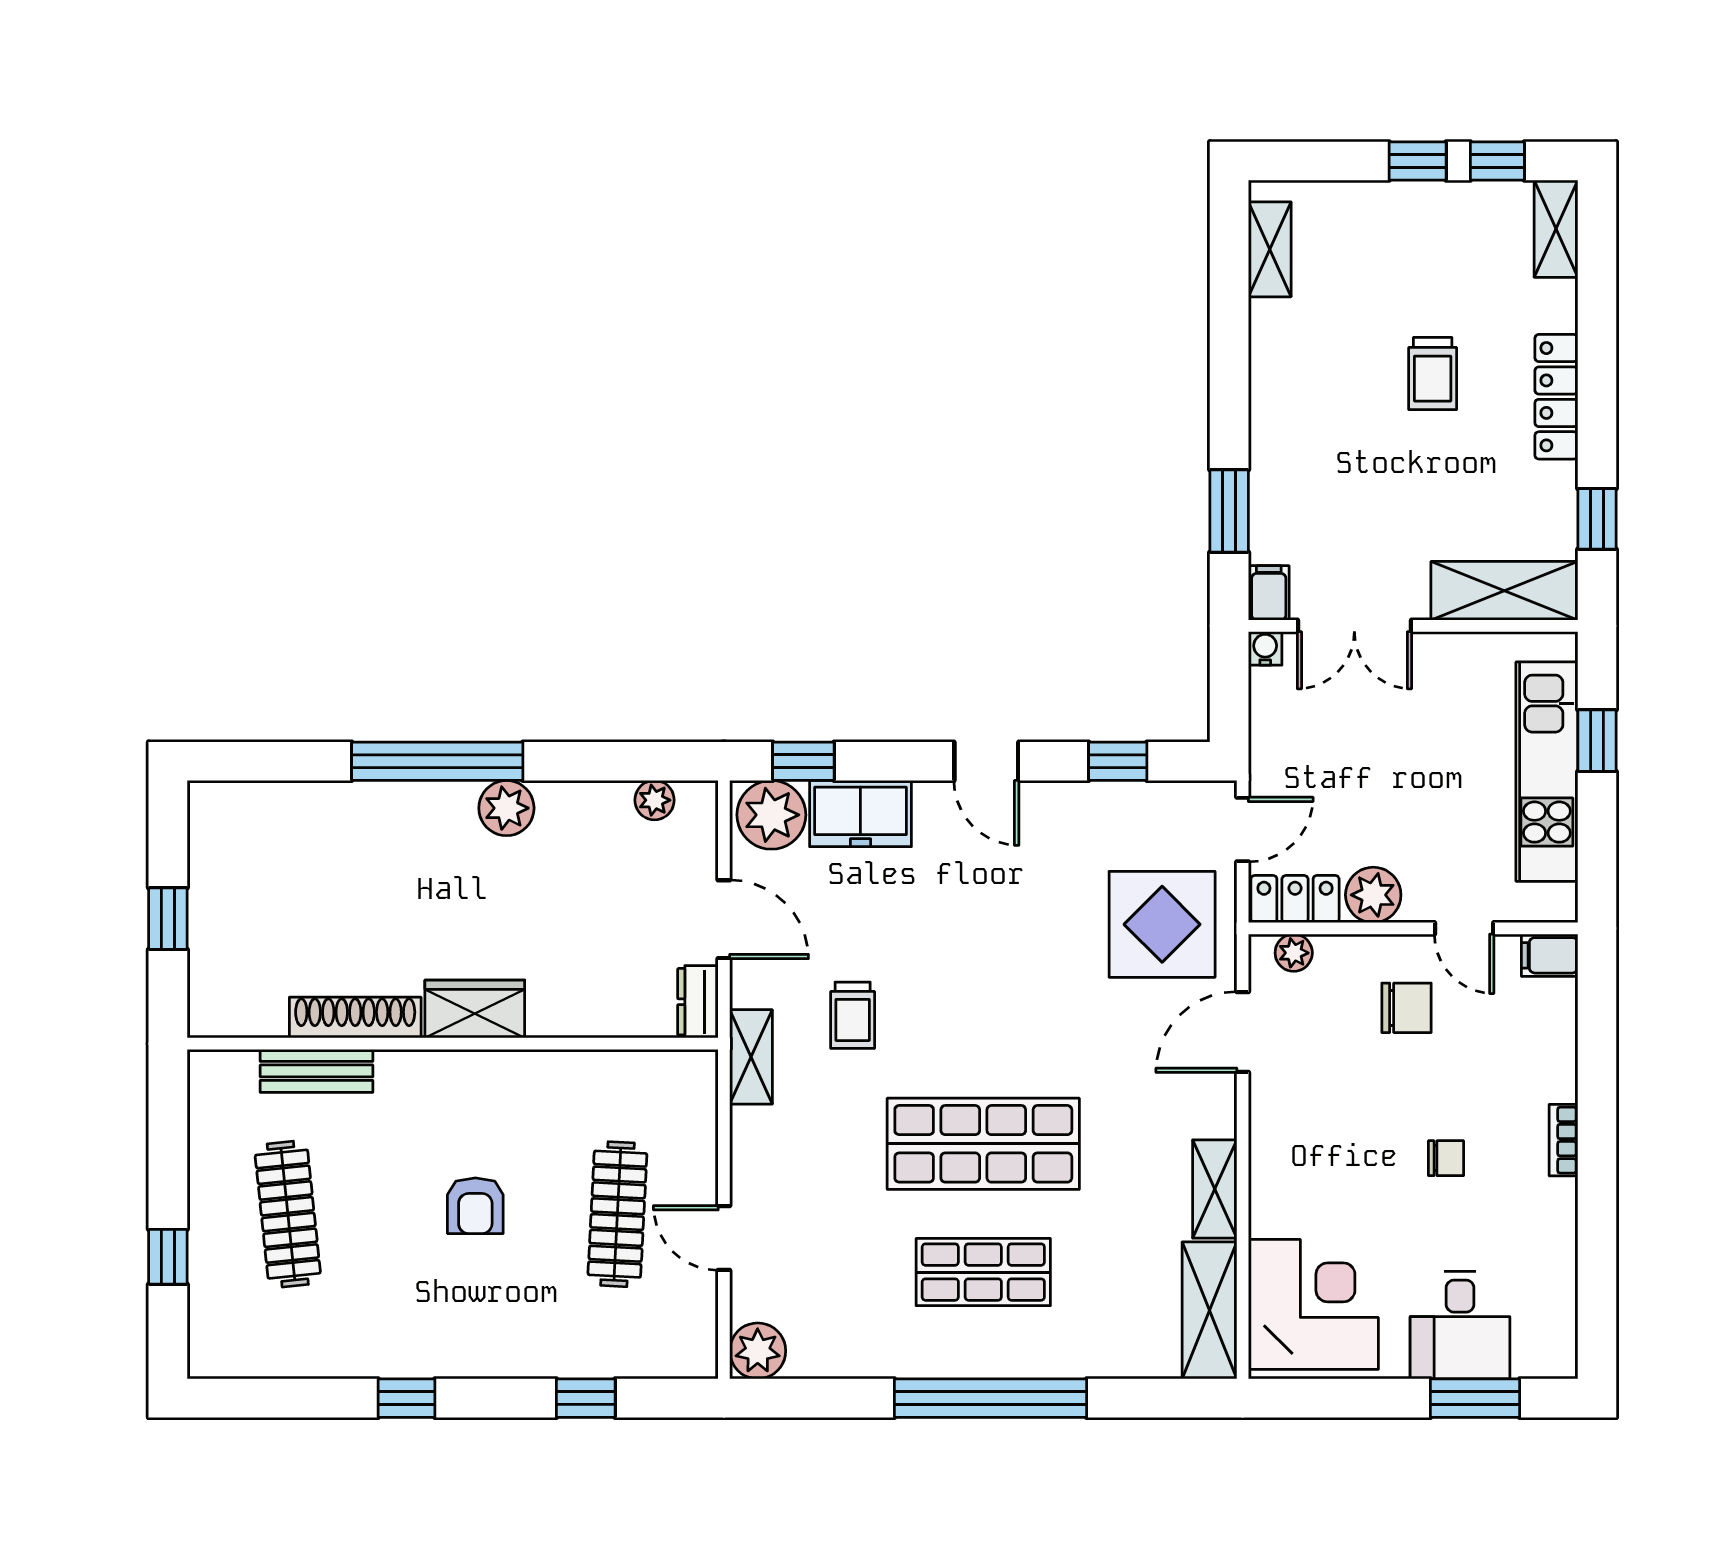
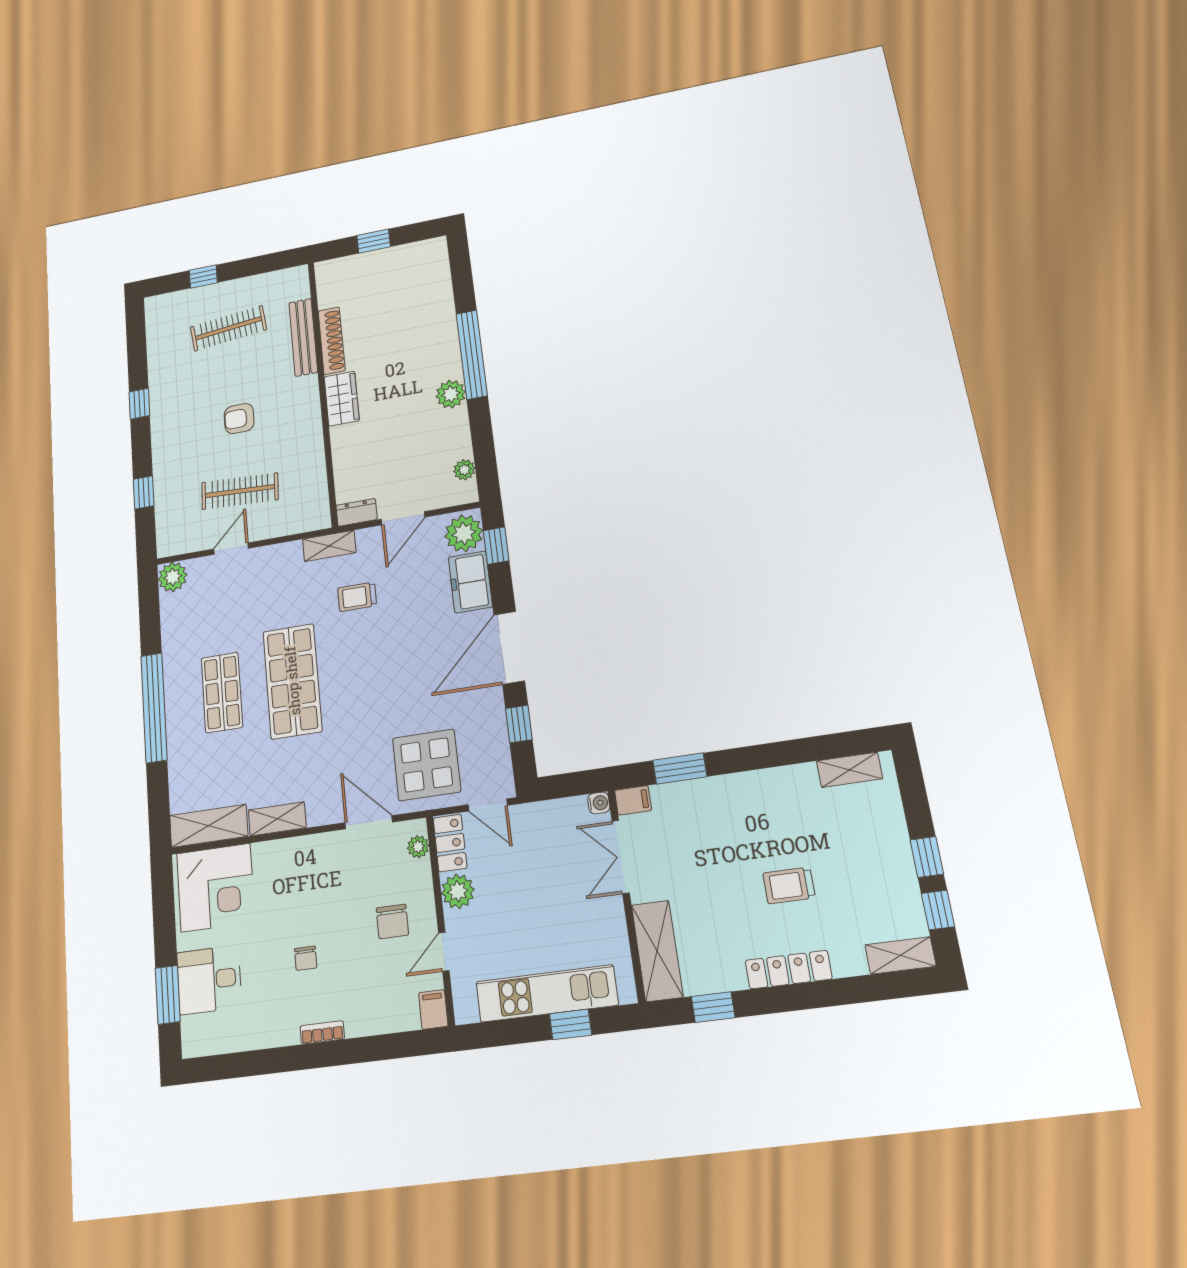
door: (986, 761) -> (509, 648), width x1.88
bench: (316, 1071) -> (303, 337), width x1.36

